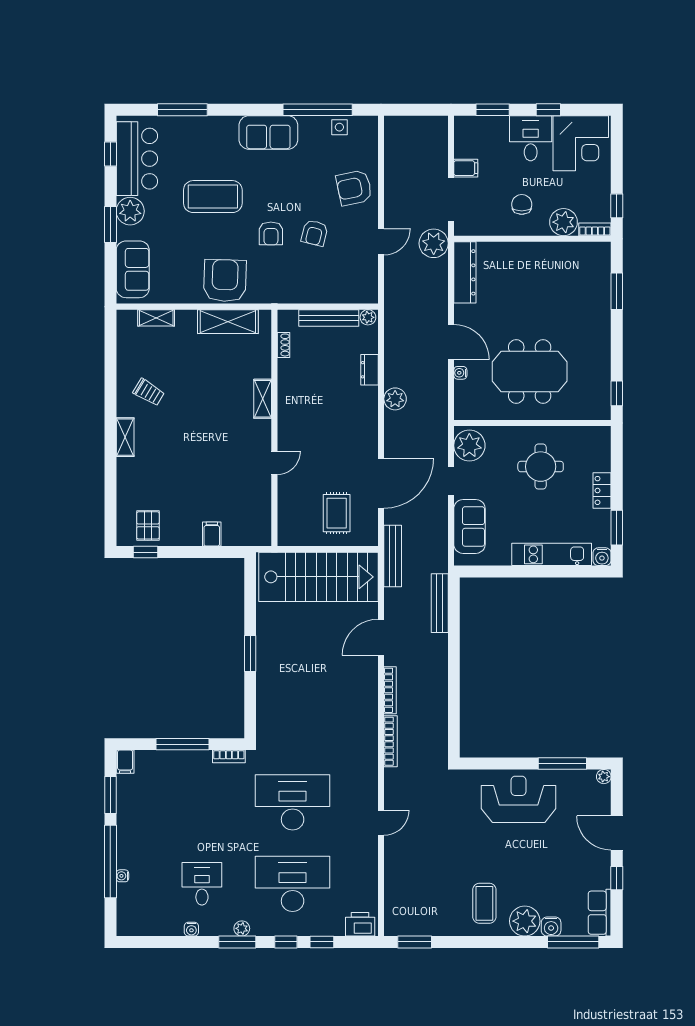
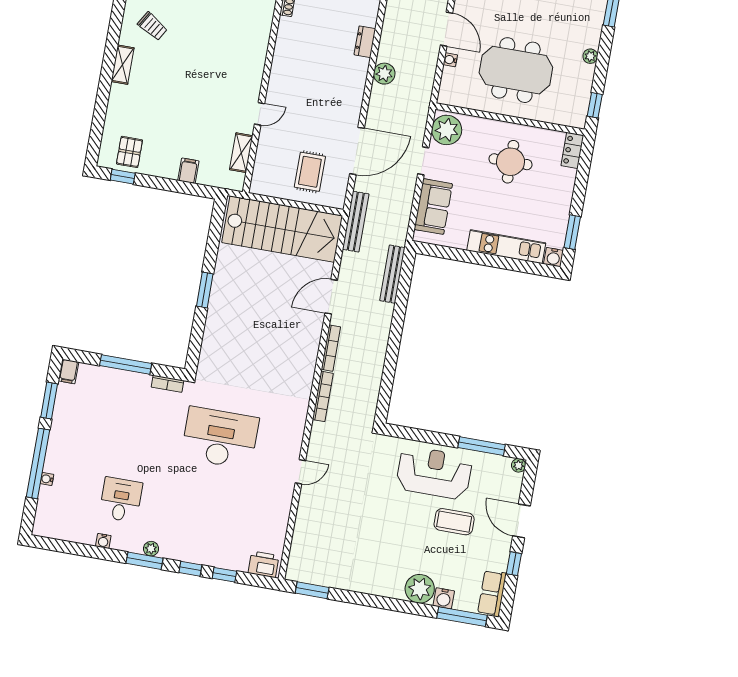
plant: (603, 344) -> (590, 56), added
shelving: (263, 399) -> (241, 153), moved
locker: (602, 490) -> (572, 150), moved
desk: (293, 884) -> (206, 515), removed
coffee table: (484, 903) -> (454, 522), moved, turned 90

